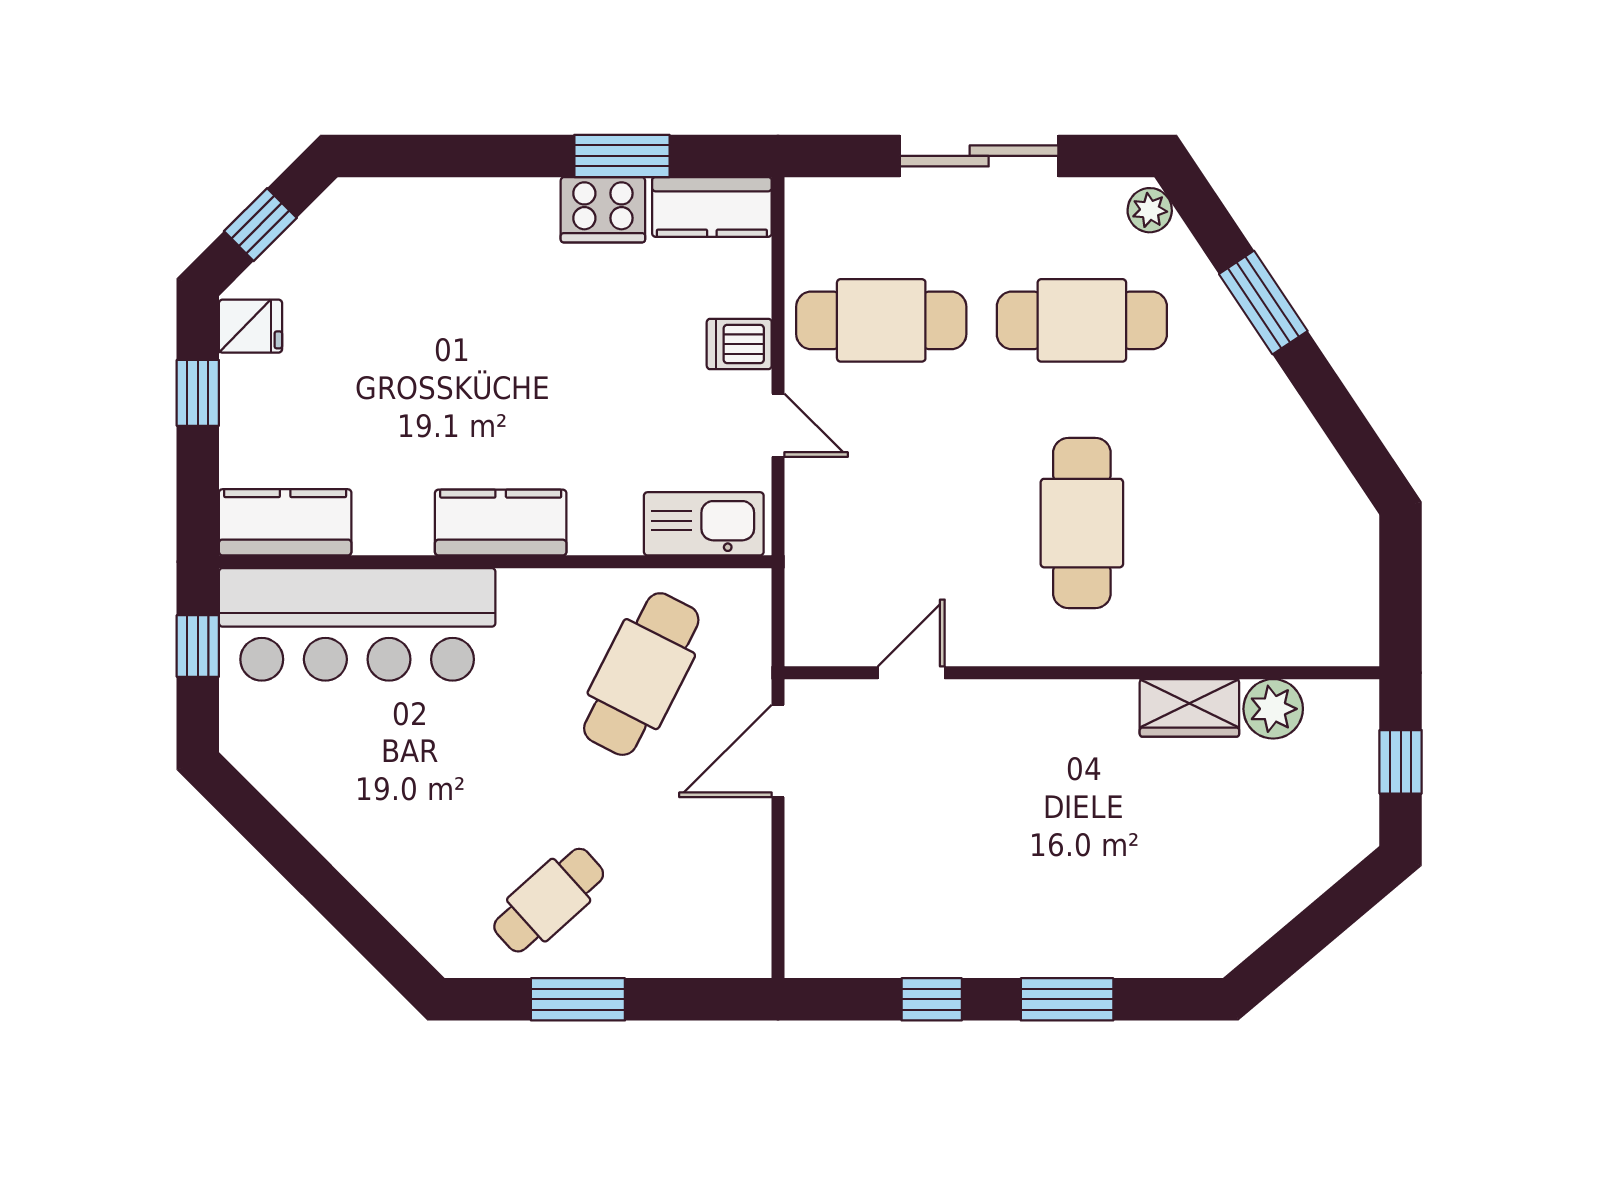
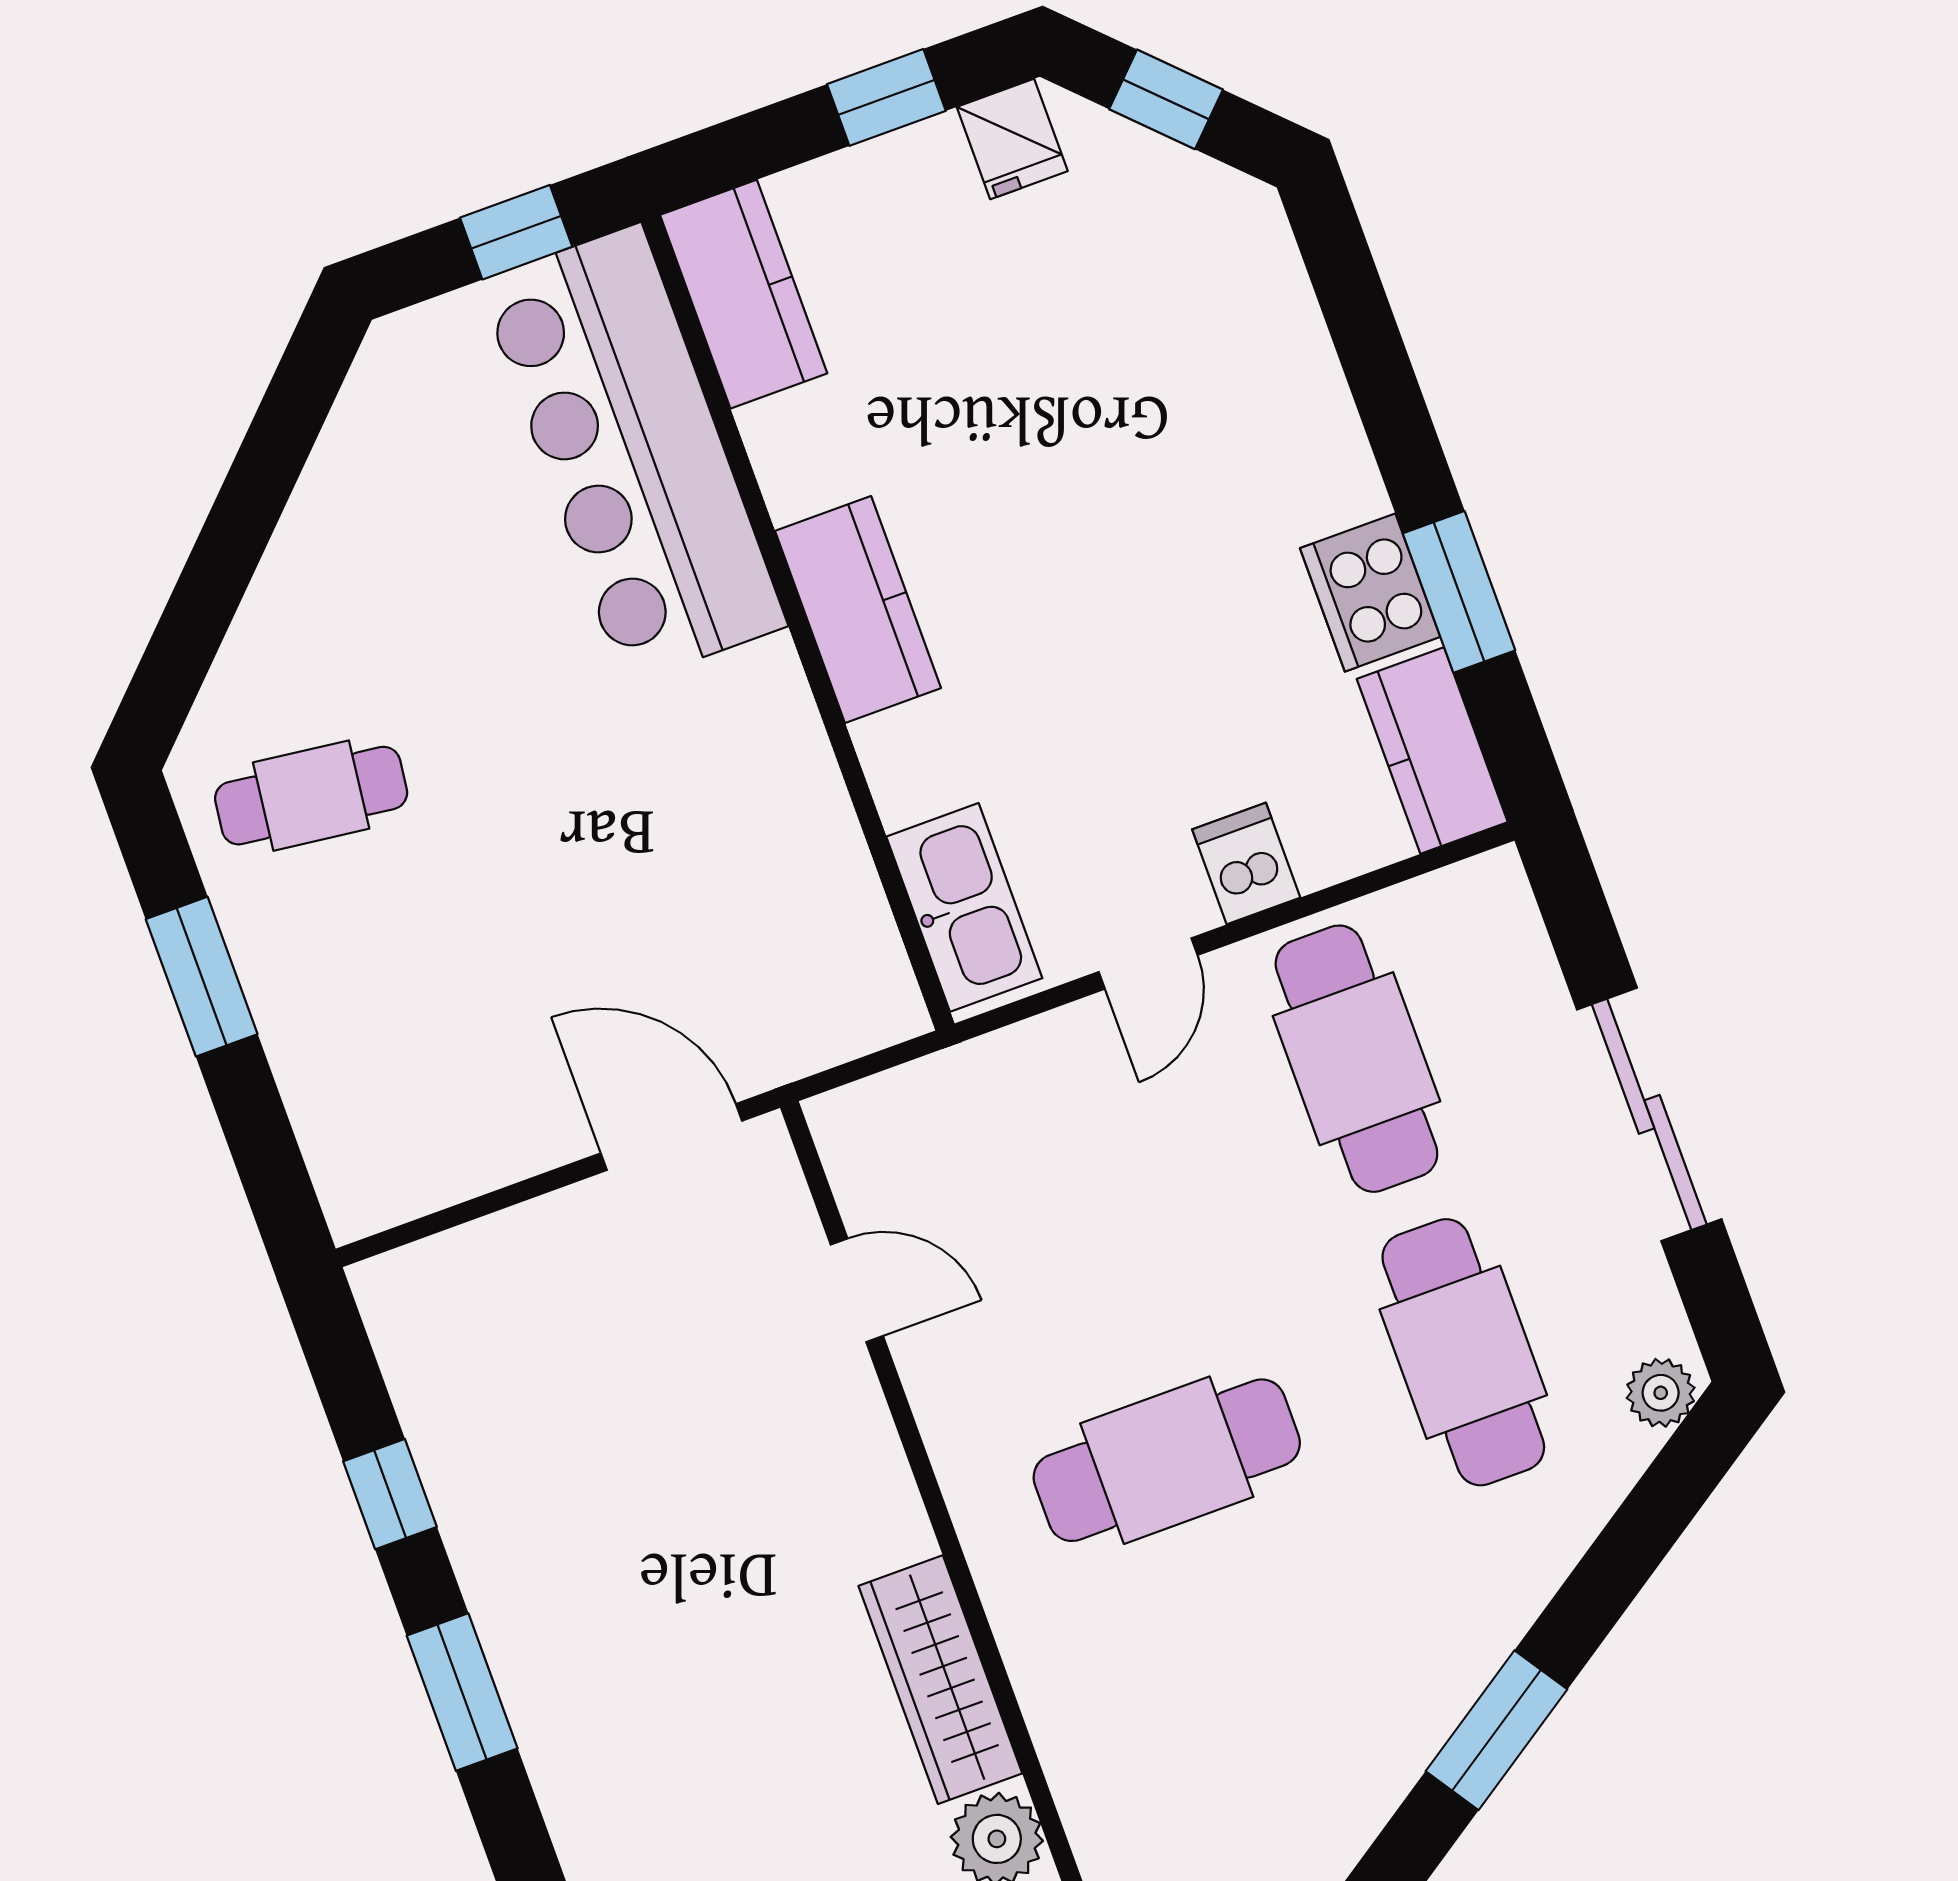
window: (1263, 302) -> (1496, 1730), moved
cafe table: (641, 674) -> (711, 896), removed
wardrobe: (1189, 708) -> (940, 1680), width x1.50
cafe table: (549, 900) -> (311, 796), moved, turned -41

